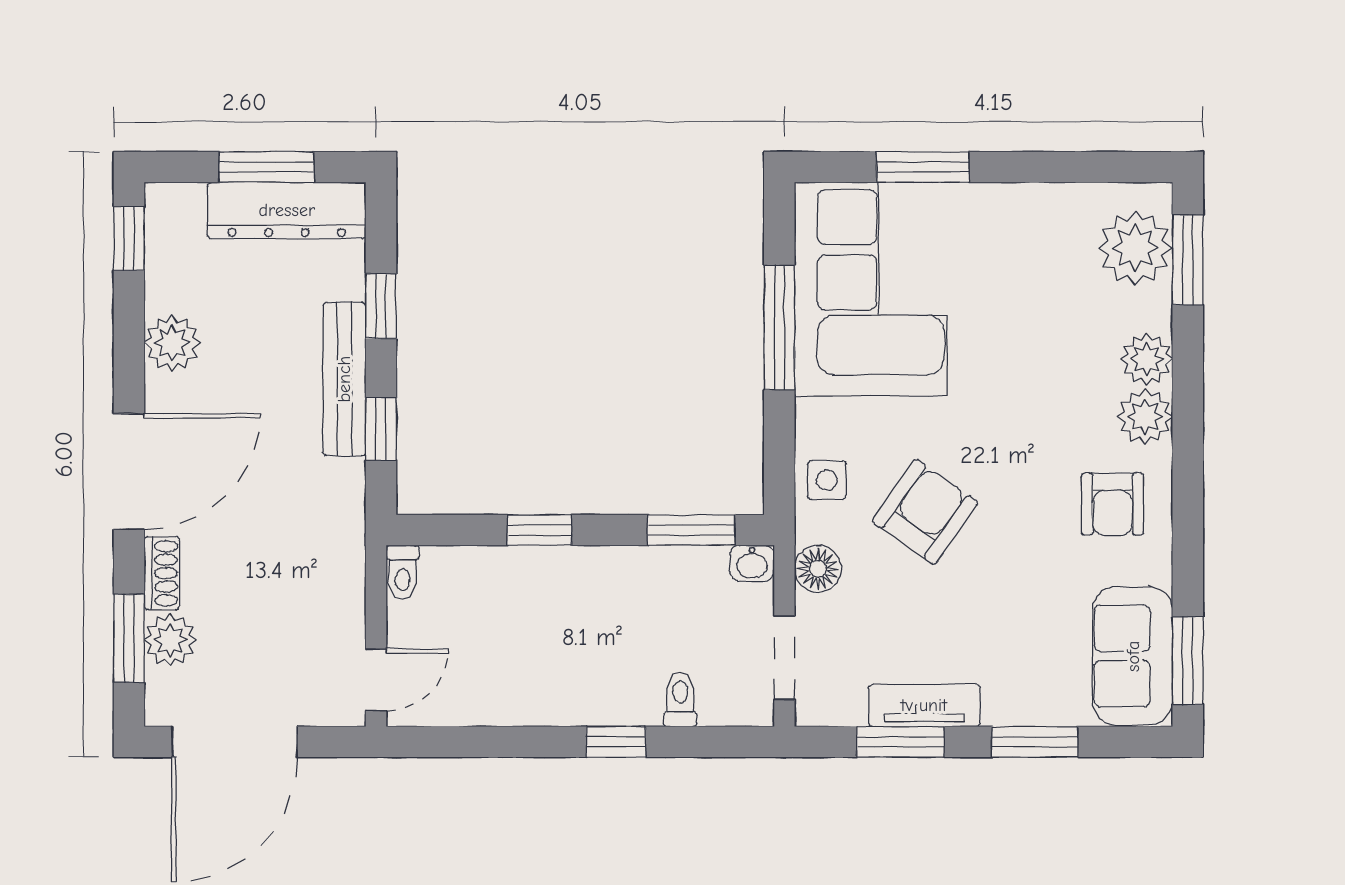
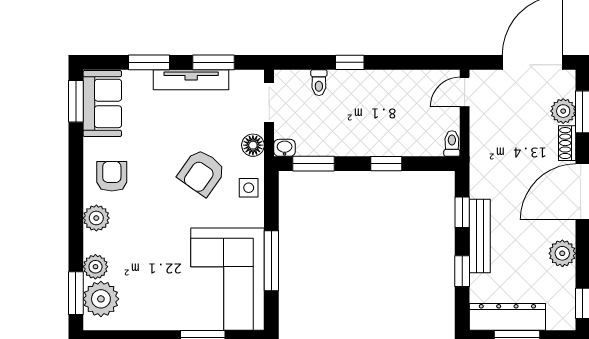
plant: (1147, 359) -> (95, 267), moved
tv unit: (924, 705) -> (191, 80), width x1.41

